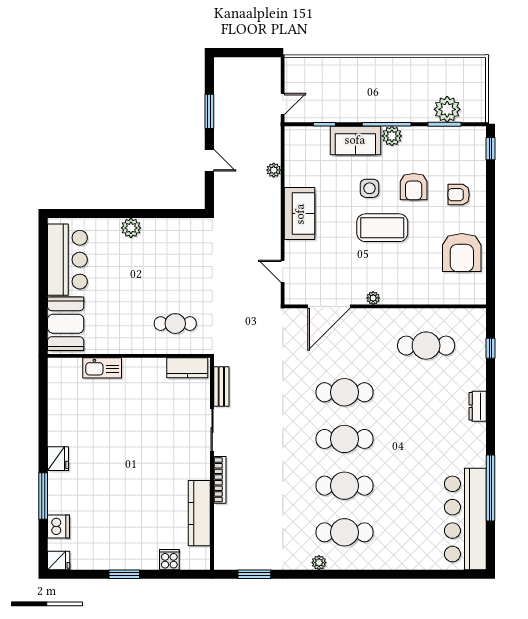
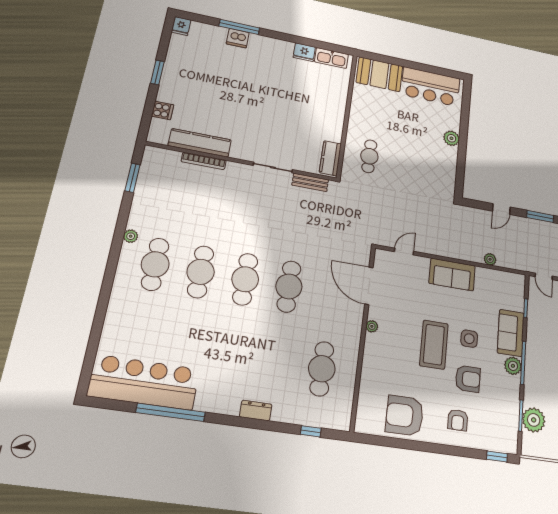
armchair: (414, 187) -> (468, 379), turned 180
armchair: (459, 195) -> (458, 420), turned 180
kitchen sink: (102, 368) -> (331, 58), moved, turned -90
fridge: (58, 459) -> (304, 52), moved
bookcase: (220, 480) -> (204, 161), moved
dishwasher: (58, 527) -> (238, 38), moved

